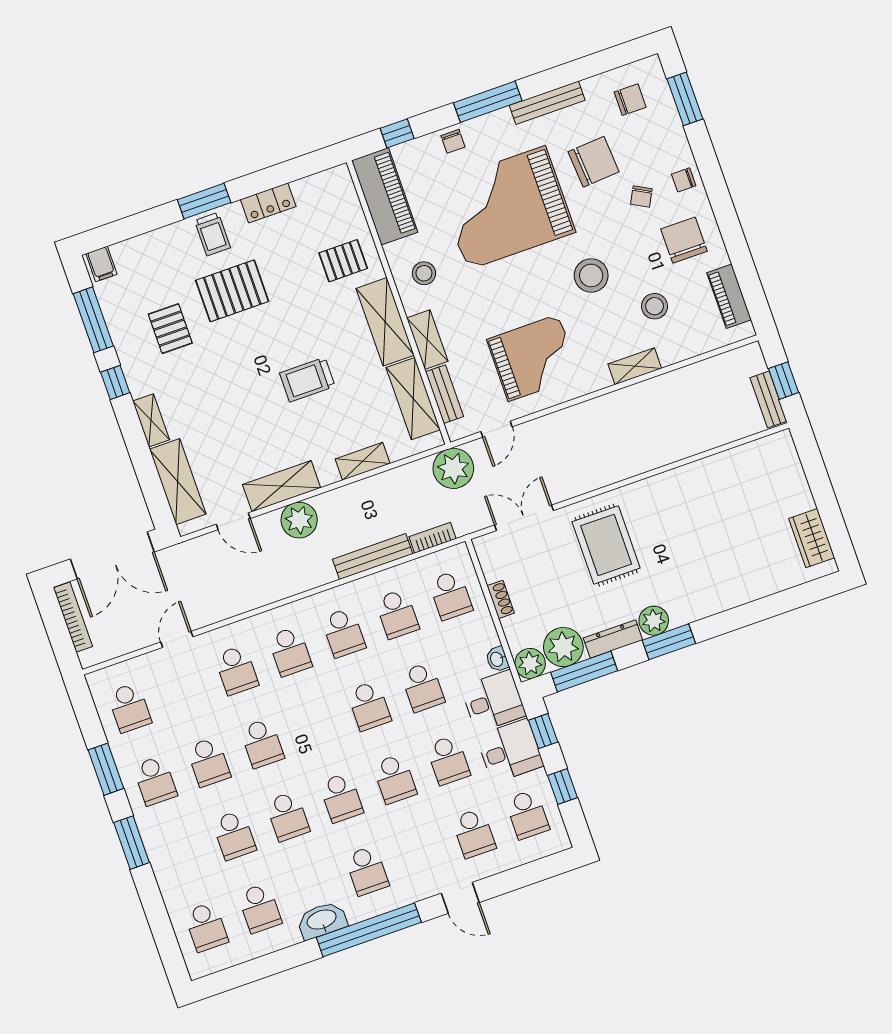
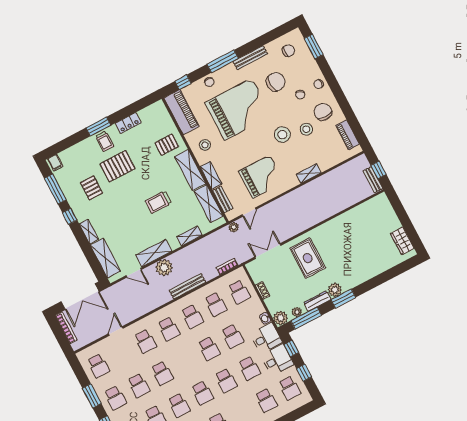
grand piano: (506, 208) -> (239, 109), turned 180
stool: (655, 306) -> (306, 129), moved
plant: (453, 468) -> (234, 227), width x0.53, depth x0.53
bench: (373, 557) -> (187, 286), moved
plant: (563, 647) -> (297, 312), width x0.53, depth x0.53

